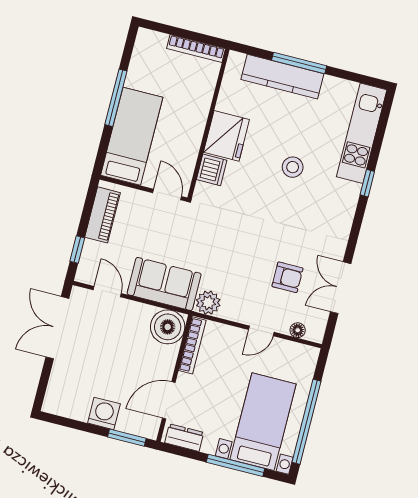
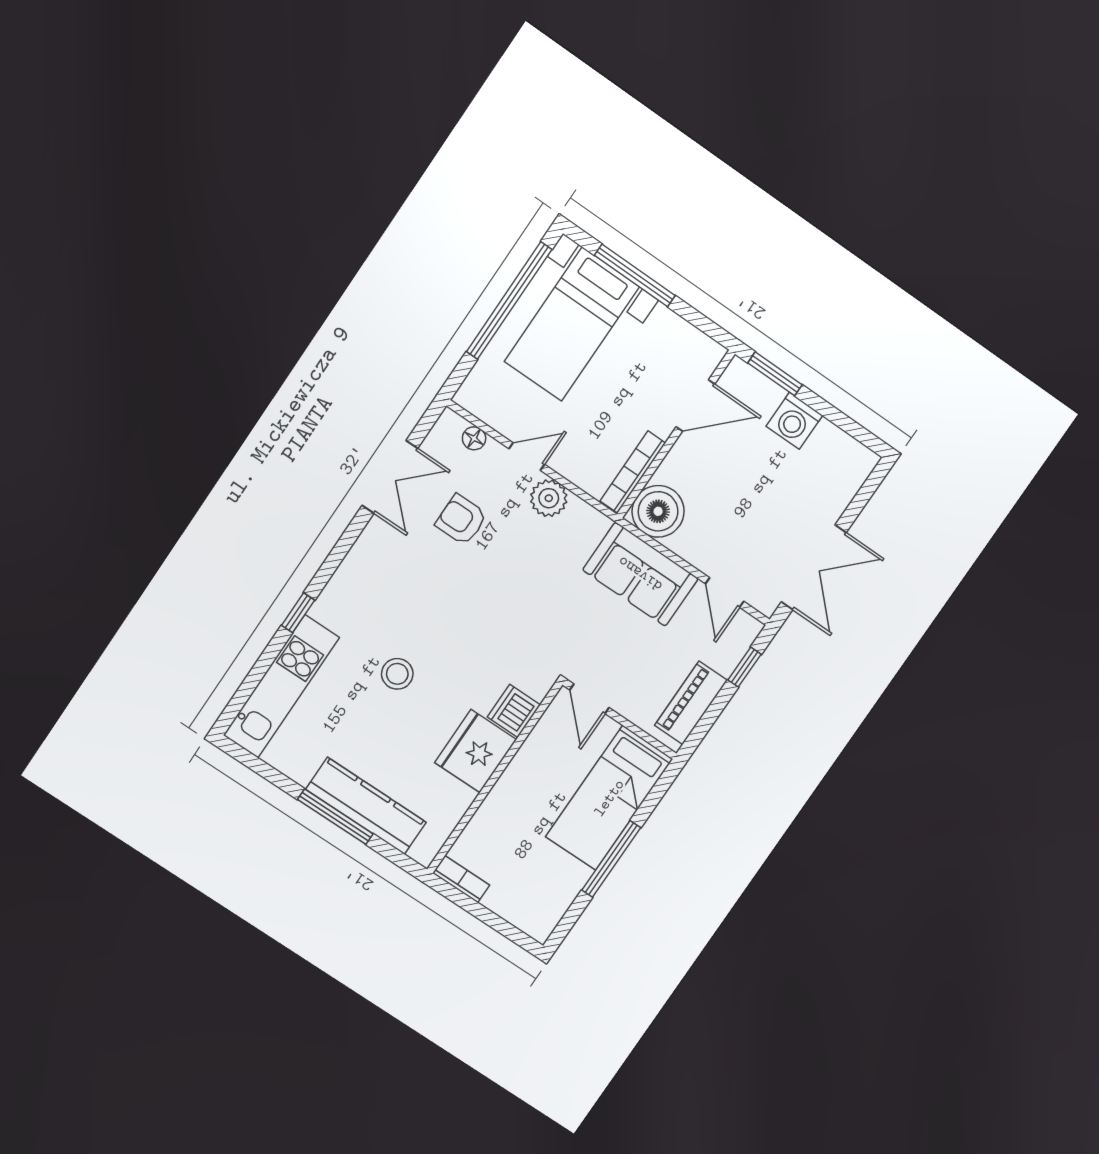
bookcase: (196, 49) -> (461, 879), width x0.64
plant: (208, 303) -> (549, 498), moved
dresser: (184, 438) -> (693, 343), removed

